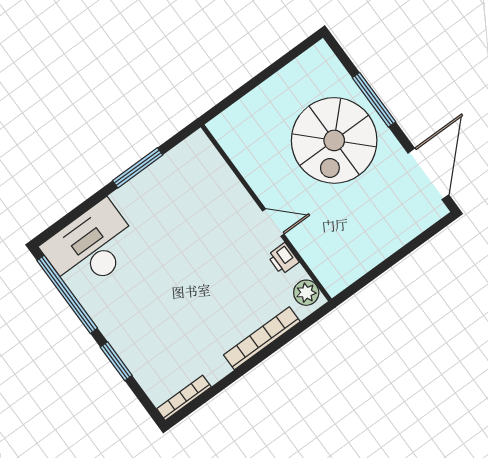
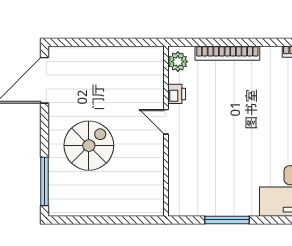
window: (374, 100) -> (44, 181), moved
spiral stairs: (334, 140) -> (89, 146), width x0.73, depth x0.73

